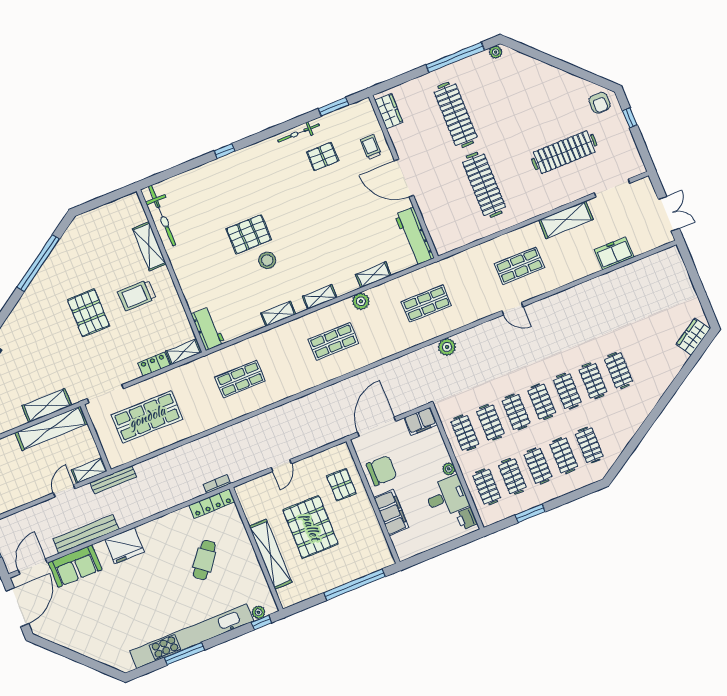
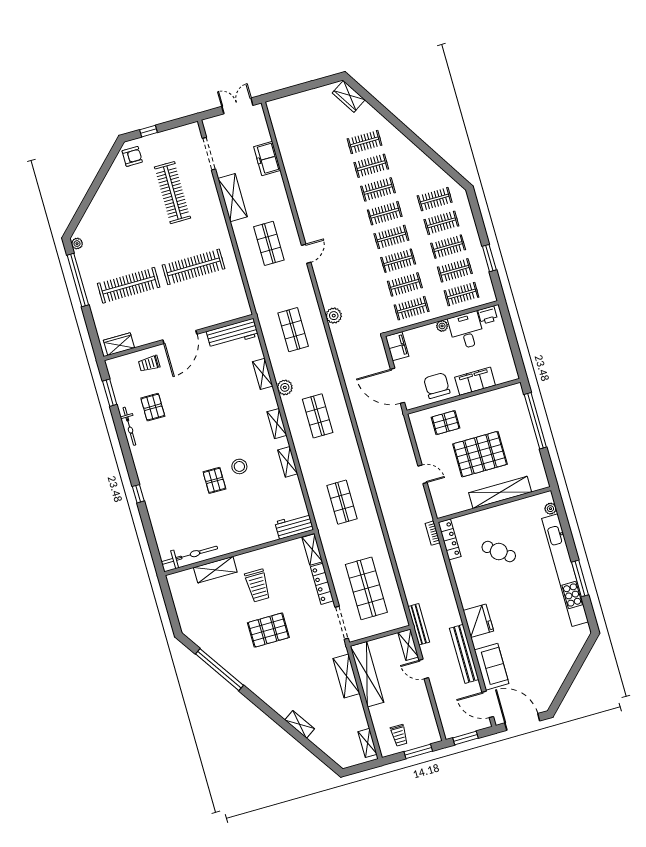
pallet: (249, 234) -> (214, 480), width x0.67, depth x0.71
clothes rail: (644, 360) -> (365, 142), added
locker: (154, 364) -> (322, 584), width x1.53
window: (261, 622) -> (560, 507), removed

